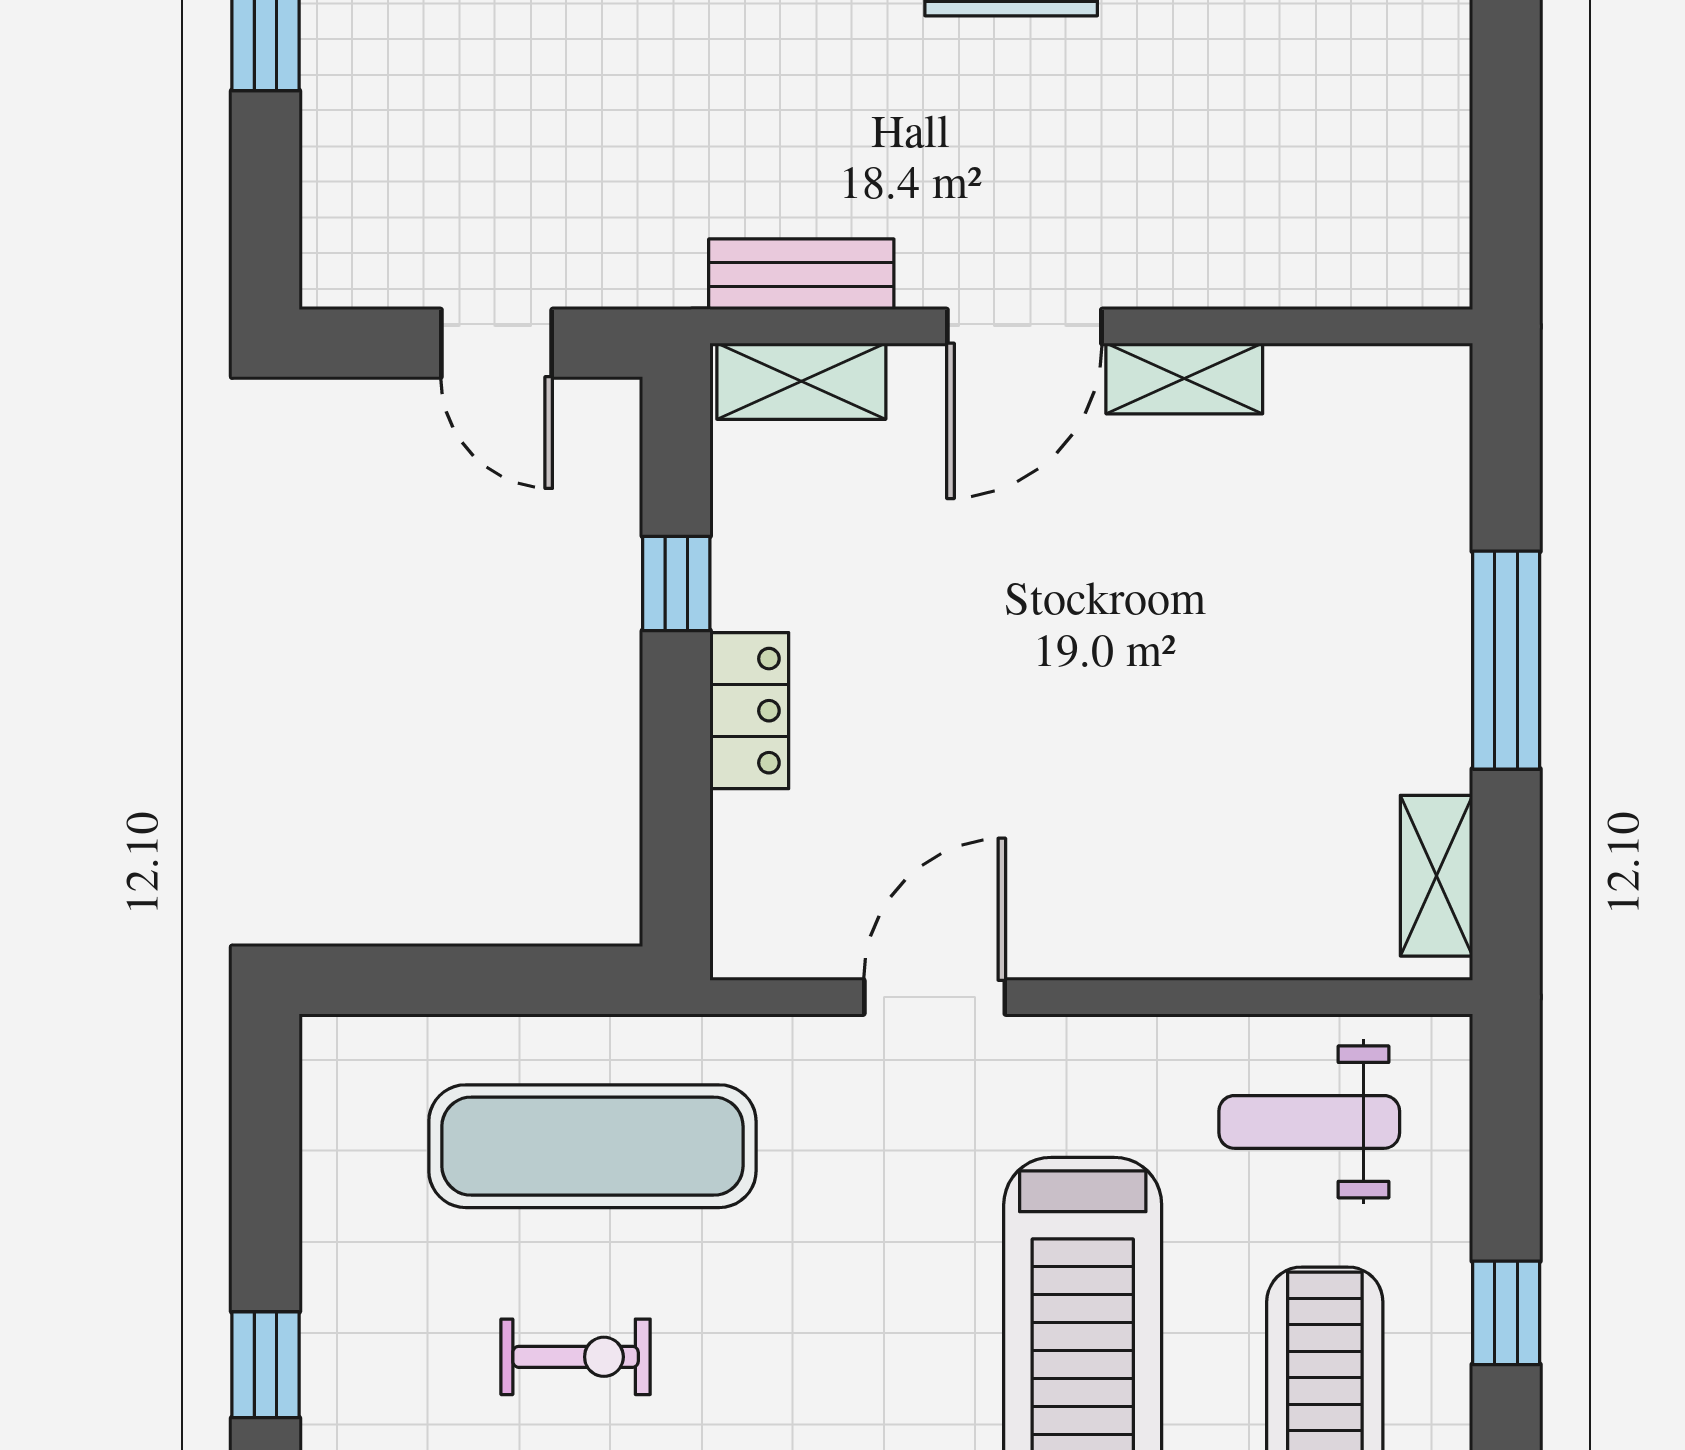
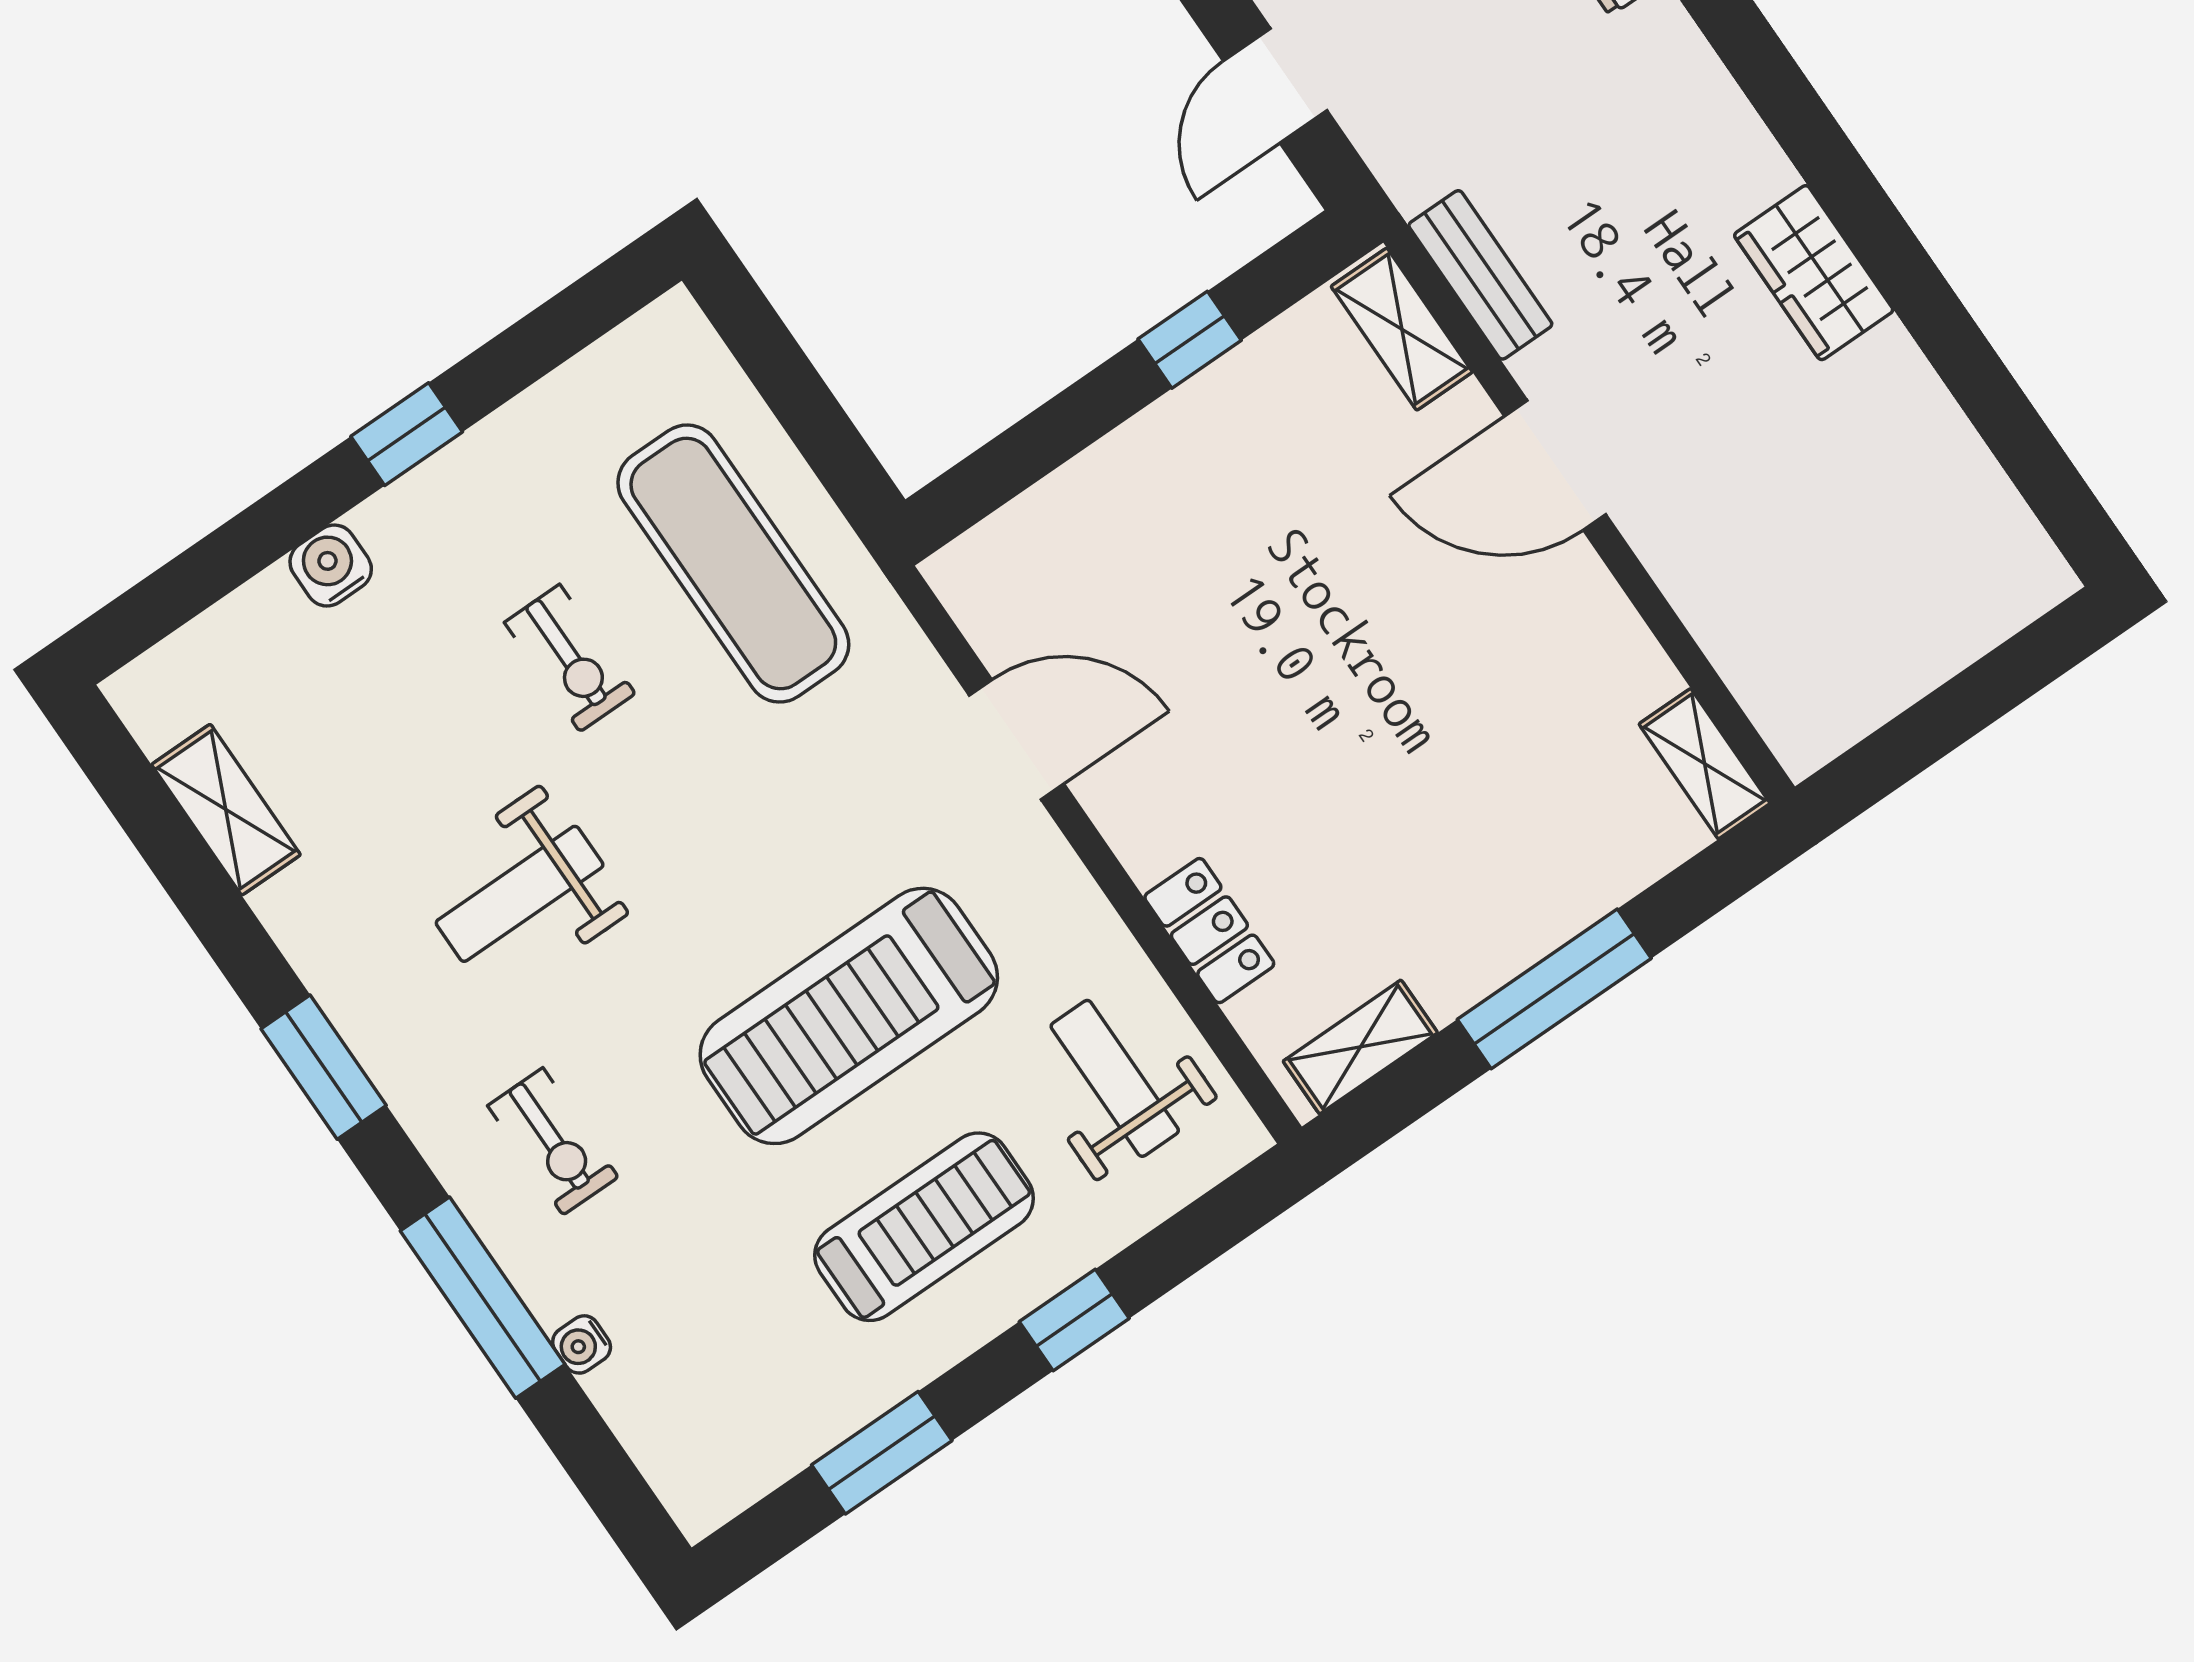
shelving: (1184, 378) -> (1705, 764), moved
locker: (749, 711) -> (1209, 931), moved, turned -90

